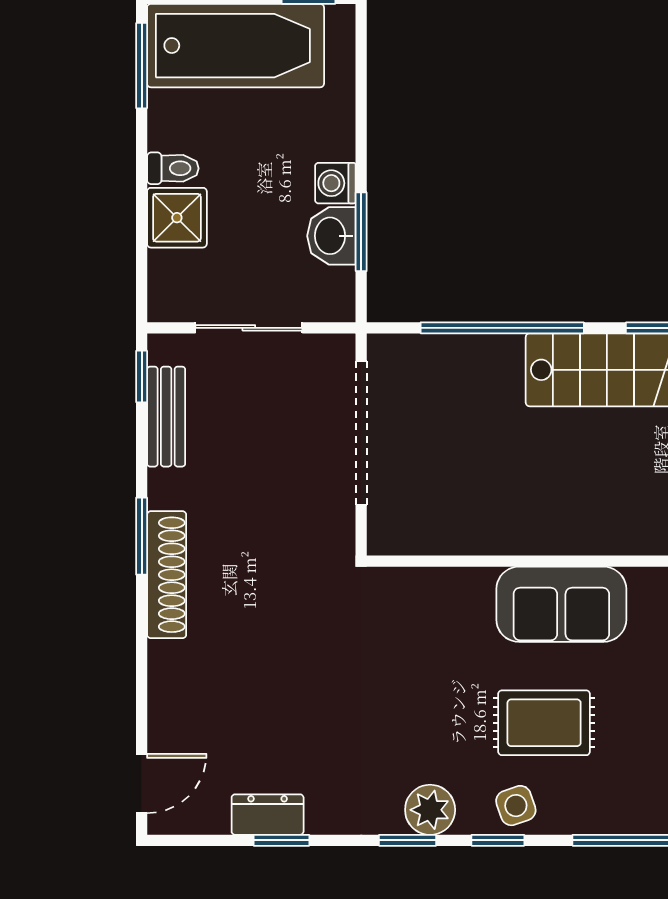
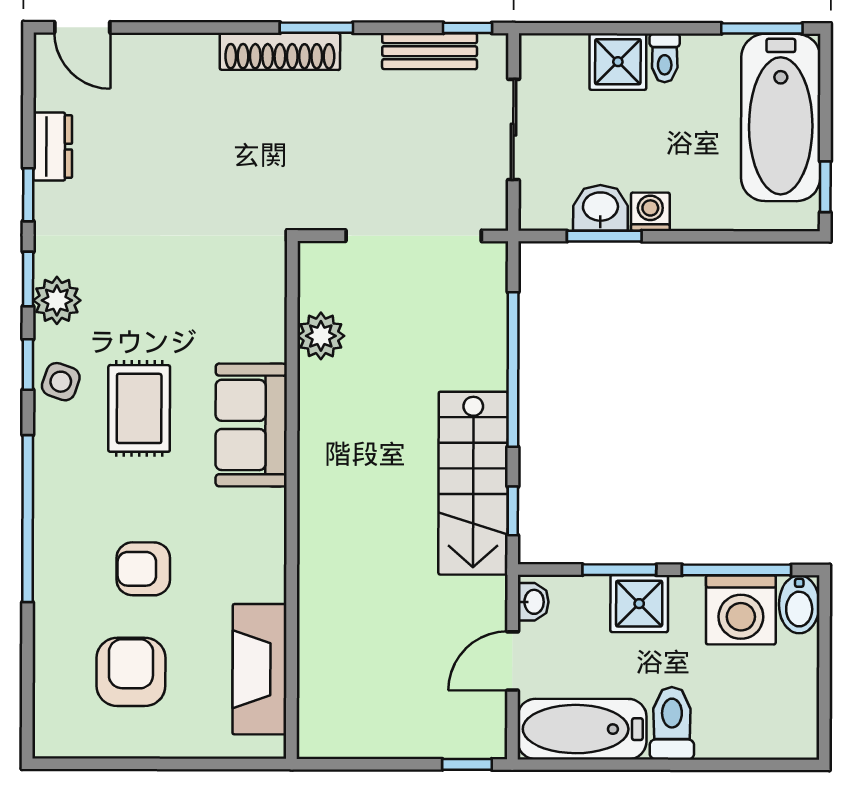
plant: (467, 531) -> (321, 336), added
side table: (516, 806) -> (61, 382), turned 38
window: (281, 840) -> (28, 195), moved

